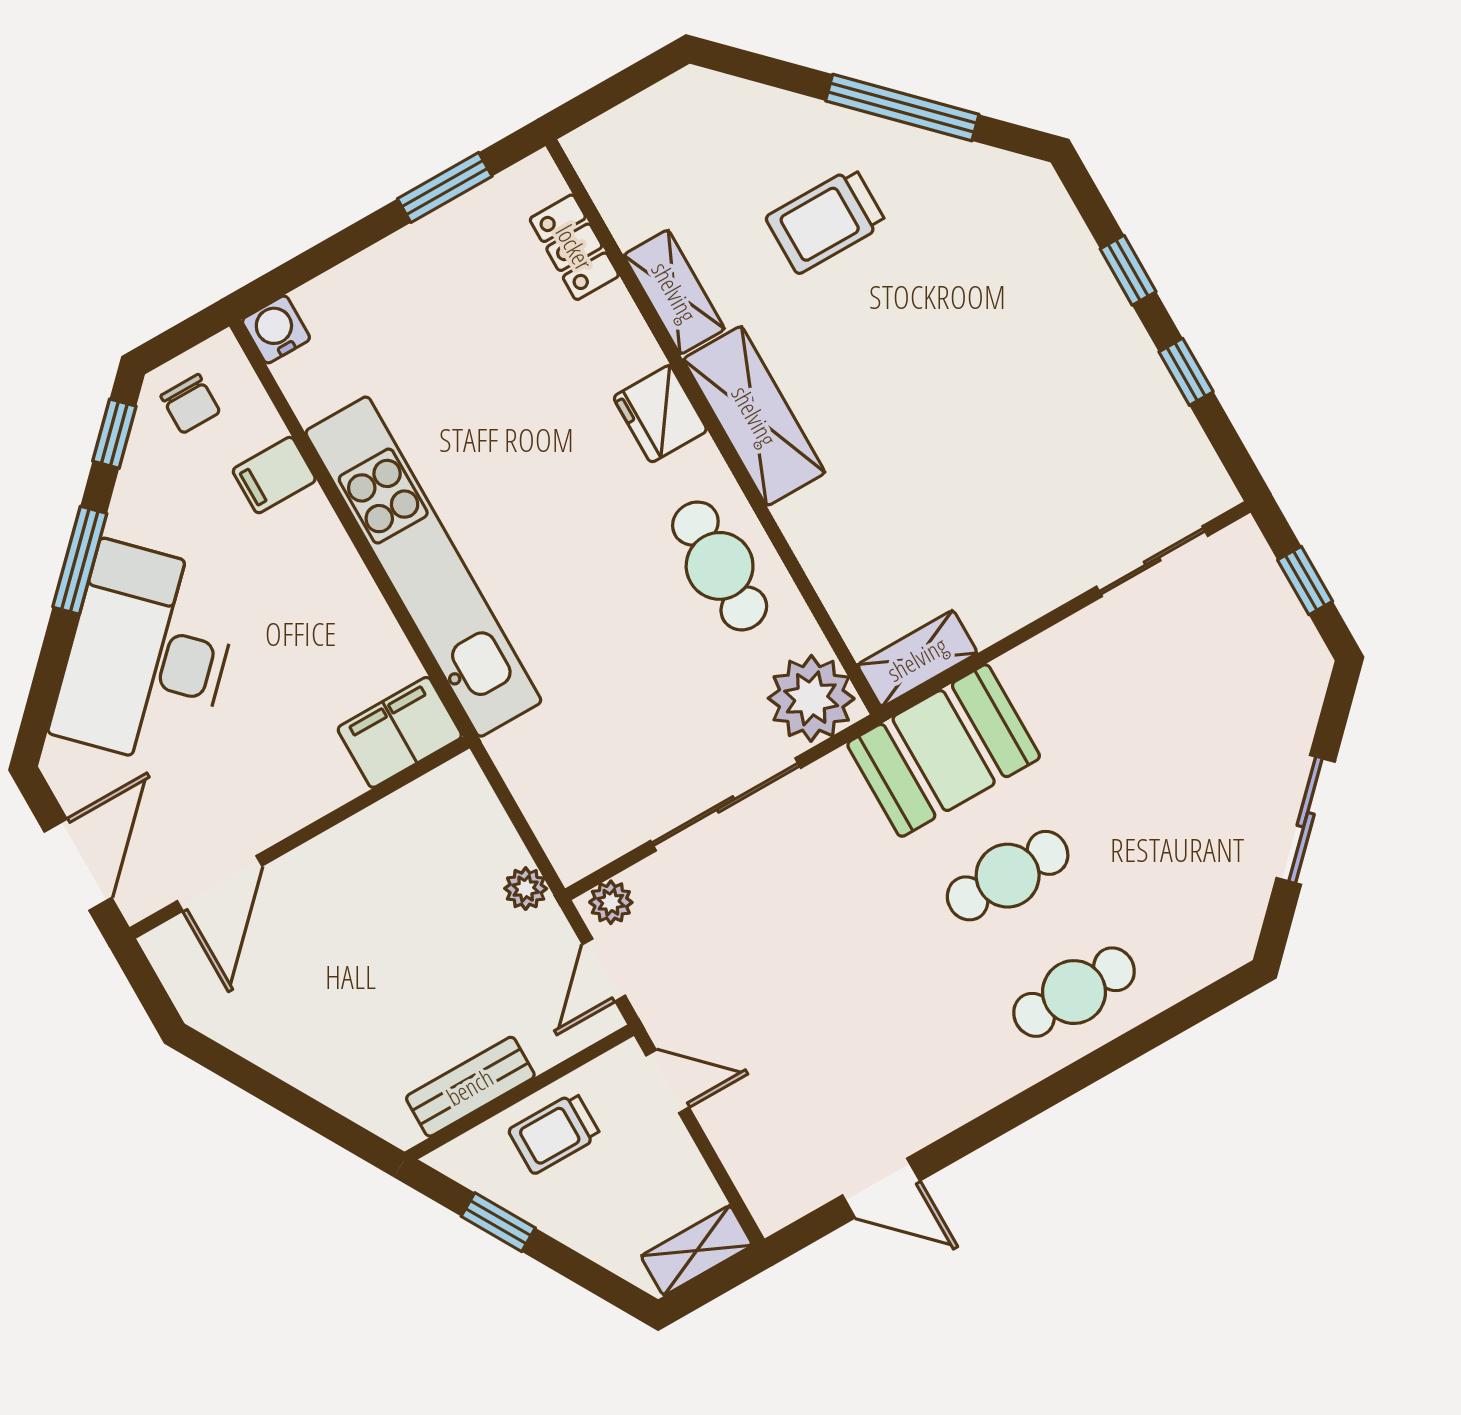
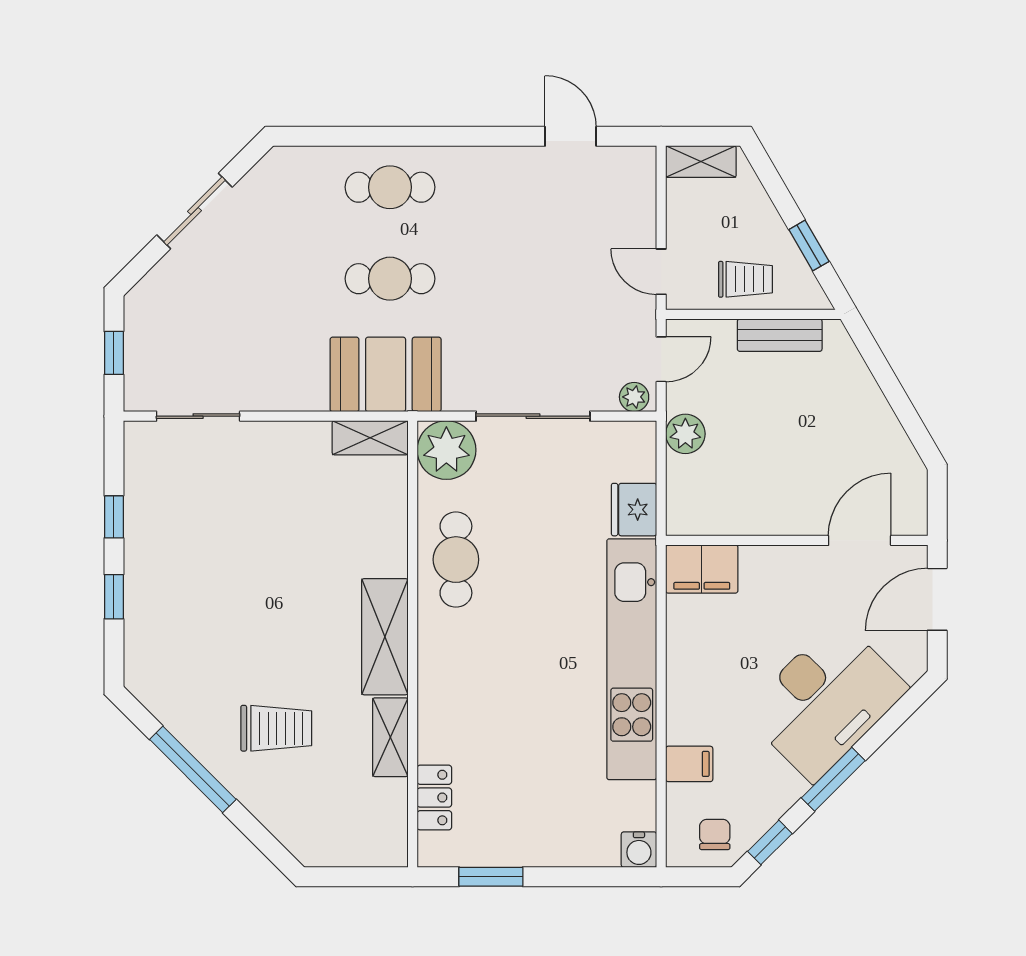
fridge: (660, 414) -> (634, 510), moved, turned 180
plant: (526, 889) -> (685, 434), width x1.38, depth x1.38

